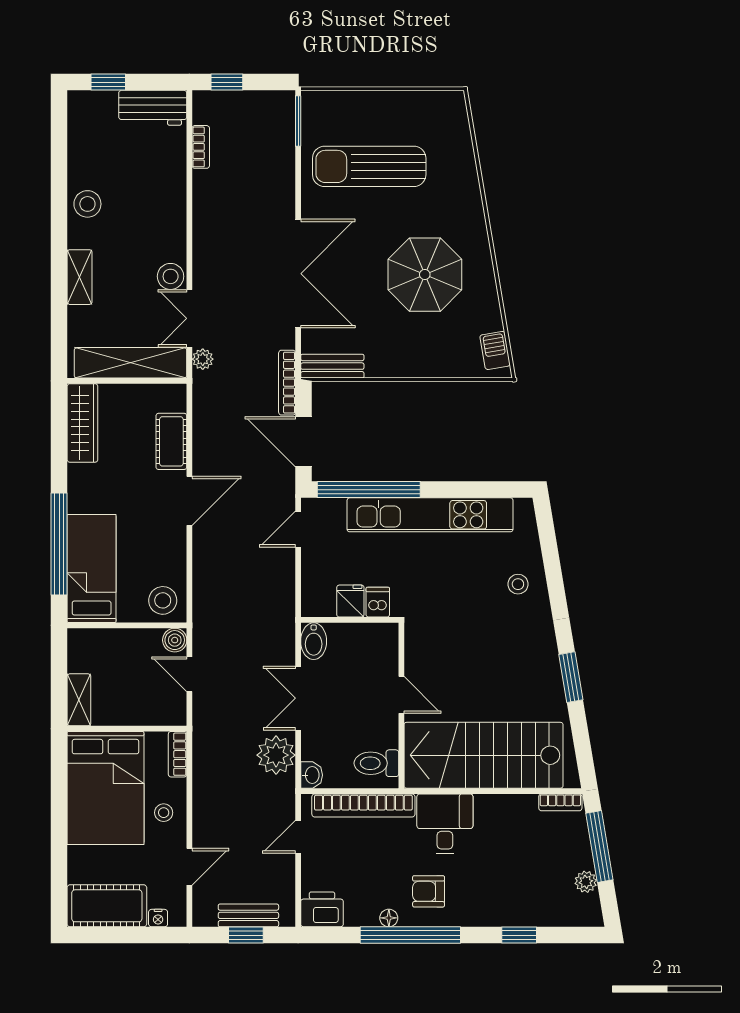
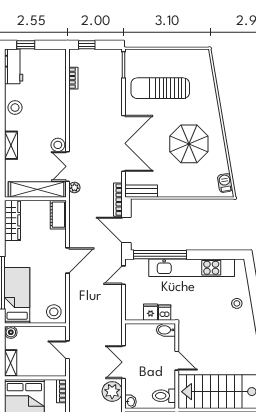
workbench: (153, 108) -> (14, 66), moved, turned -90
cot: (171, 441) -> (58, 215), moved
boiler: (175, 640) -> (11, 332), moved
bidet: (314, 641) -> (166, 330), moved, turned 90

